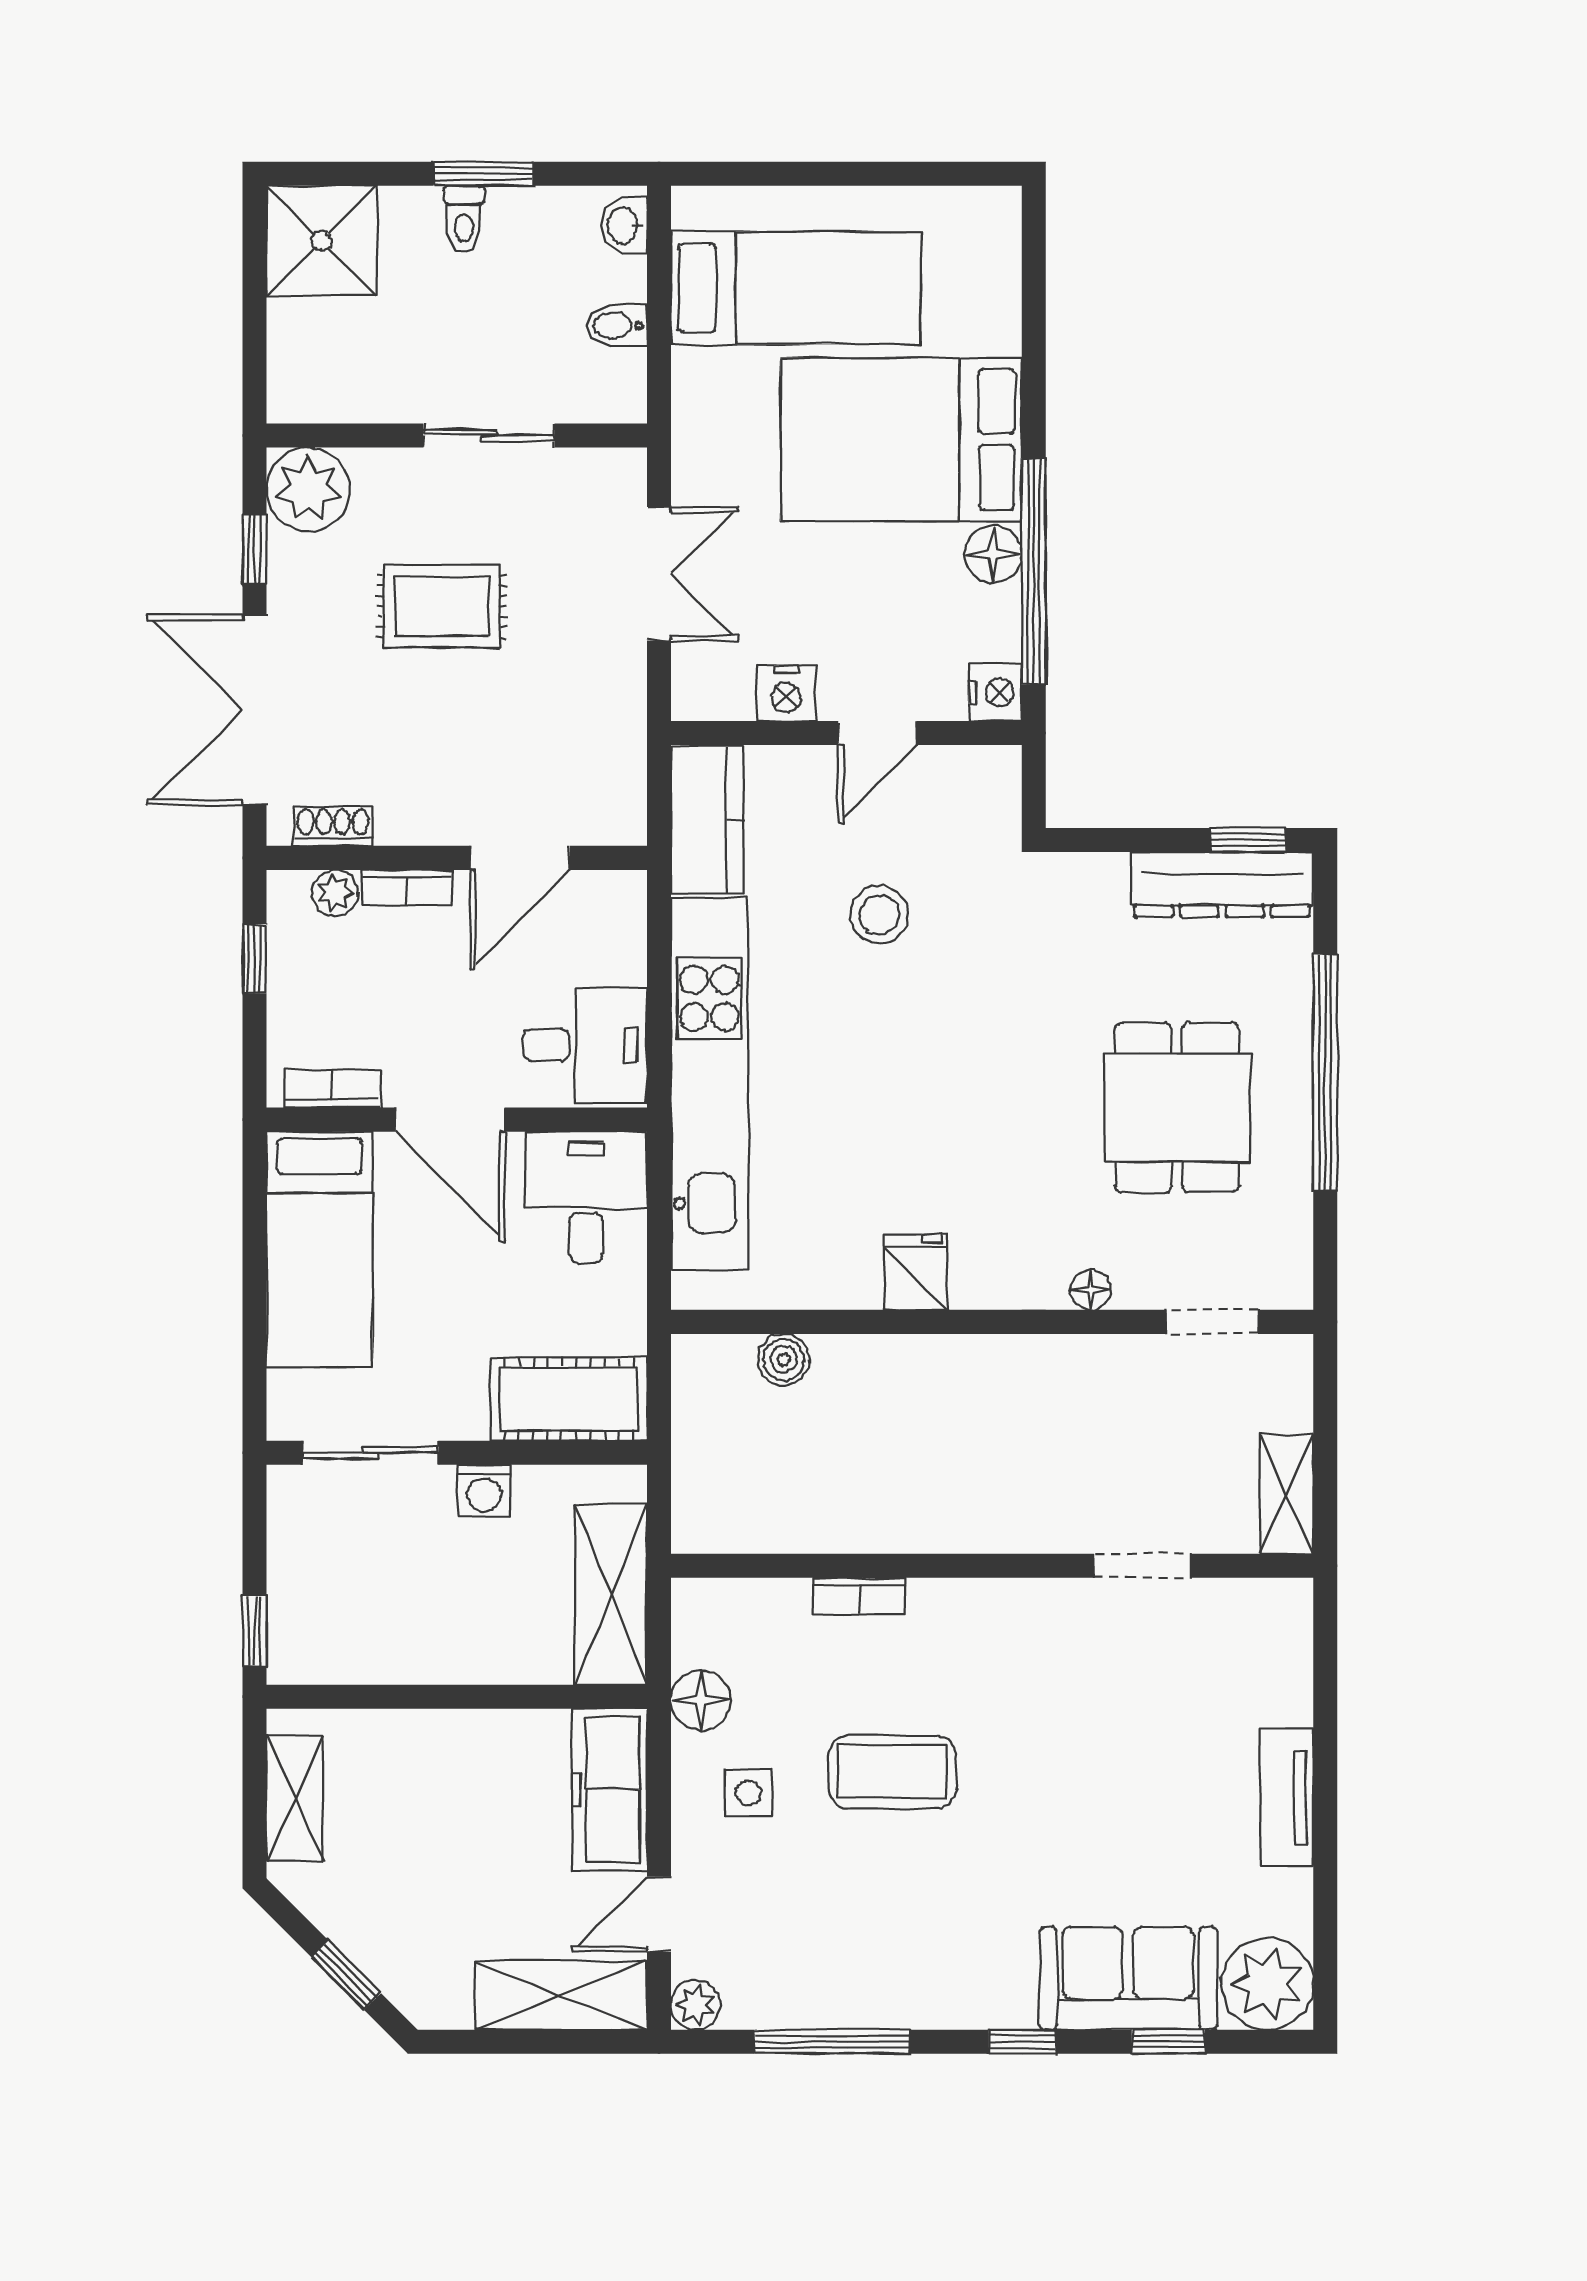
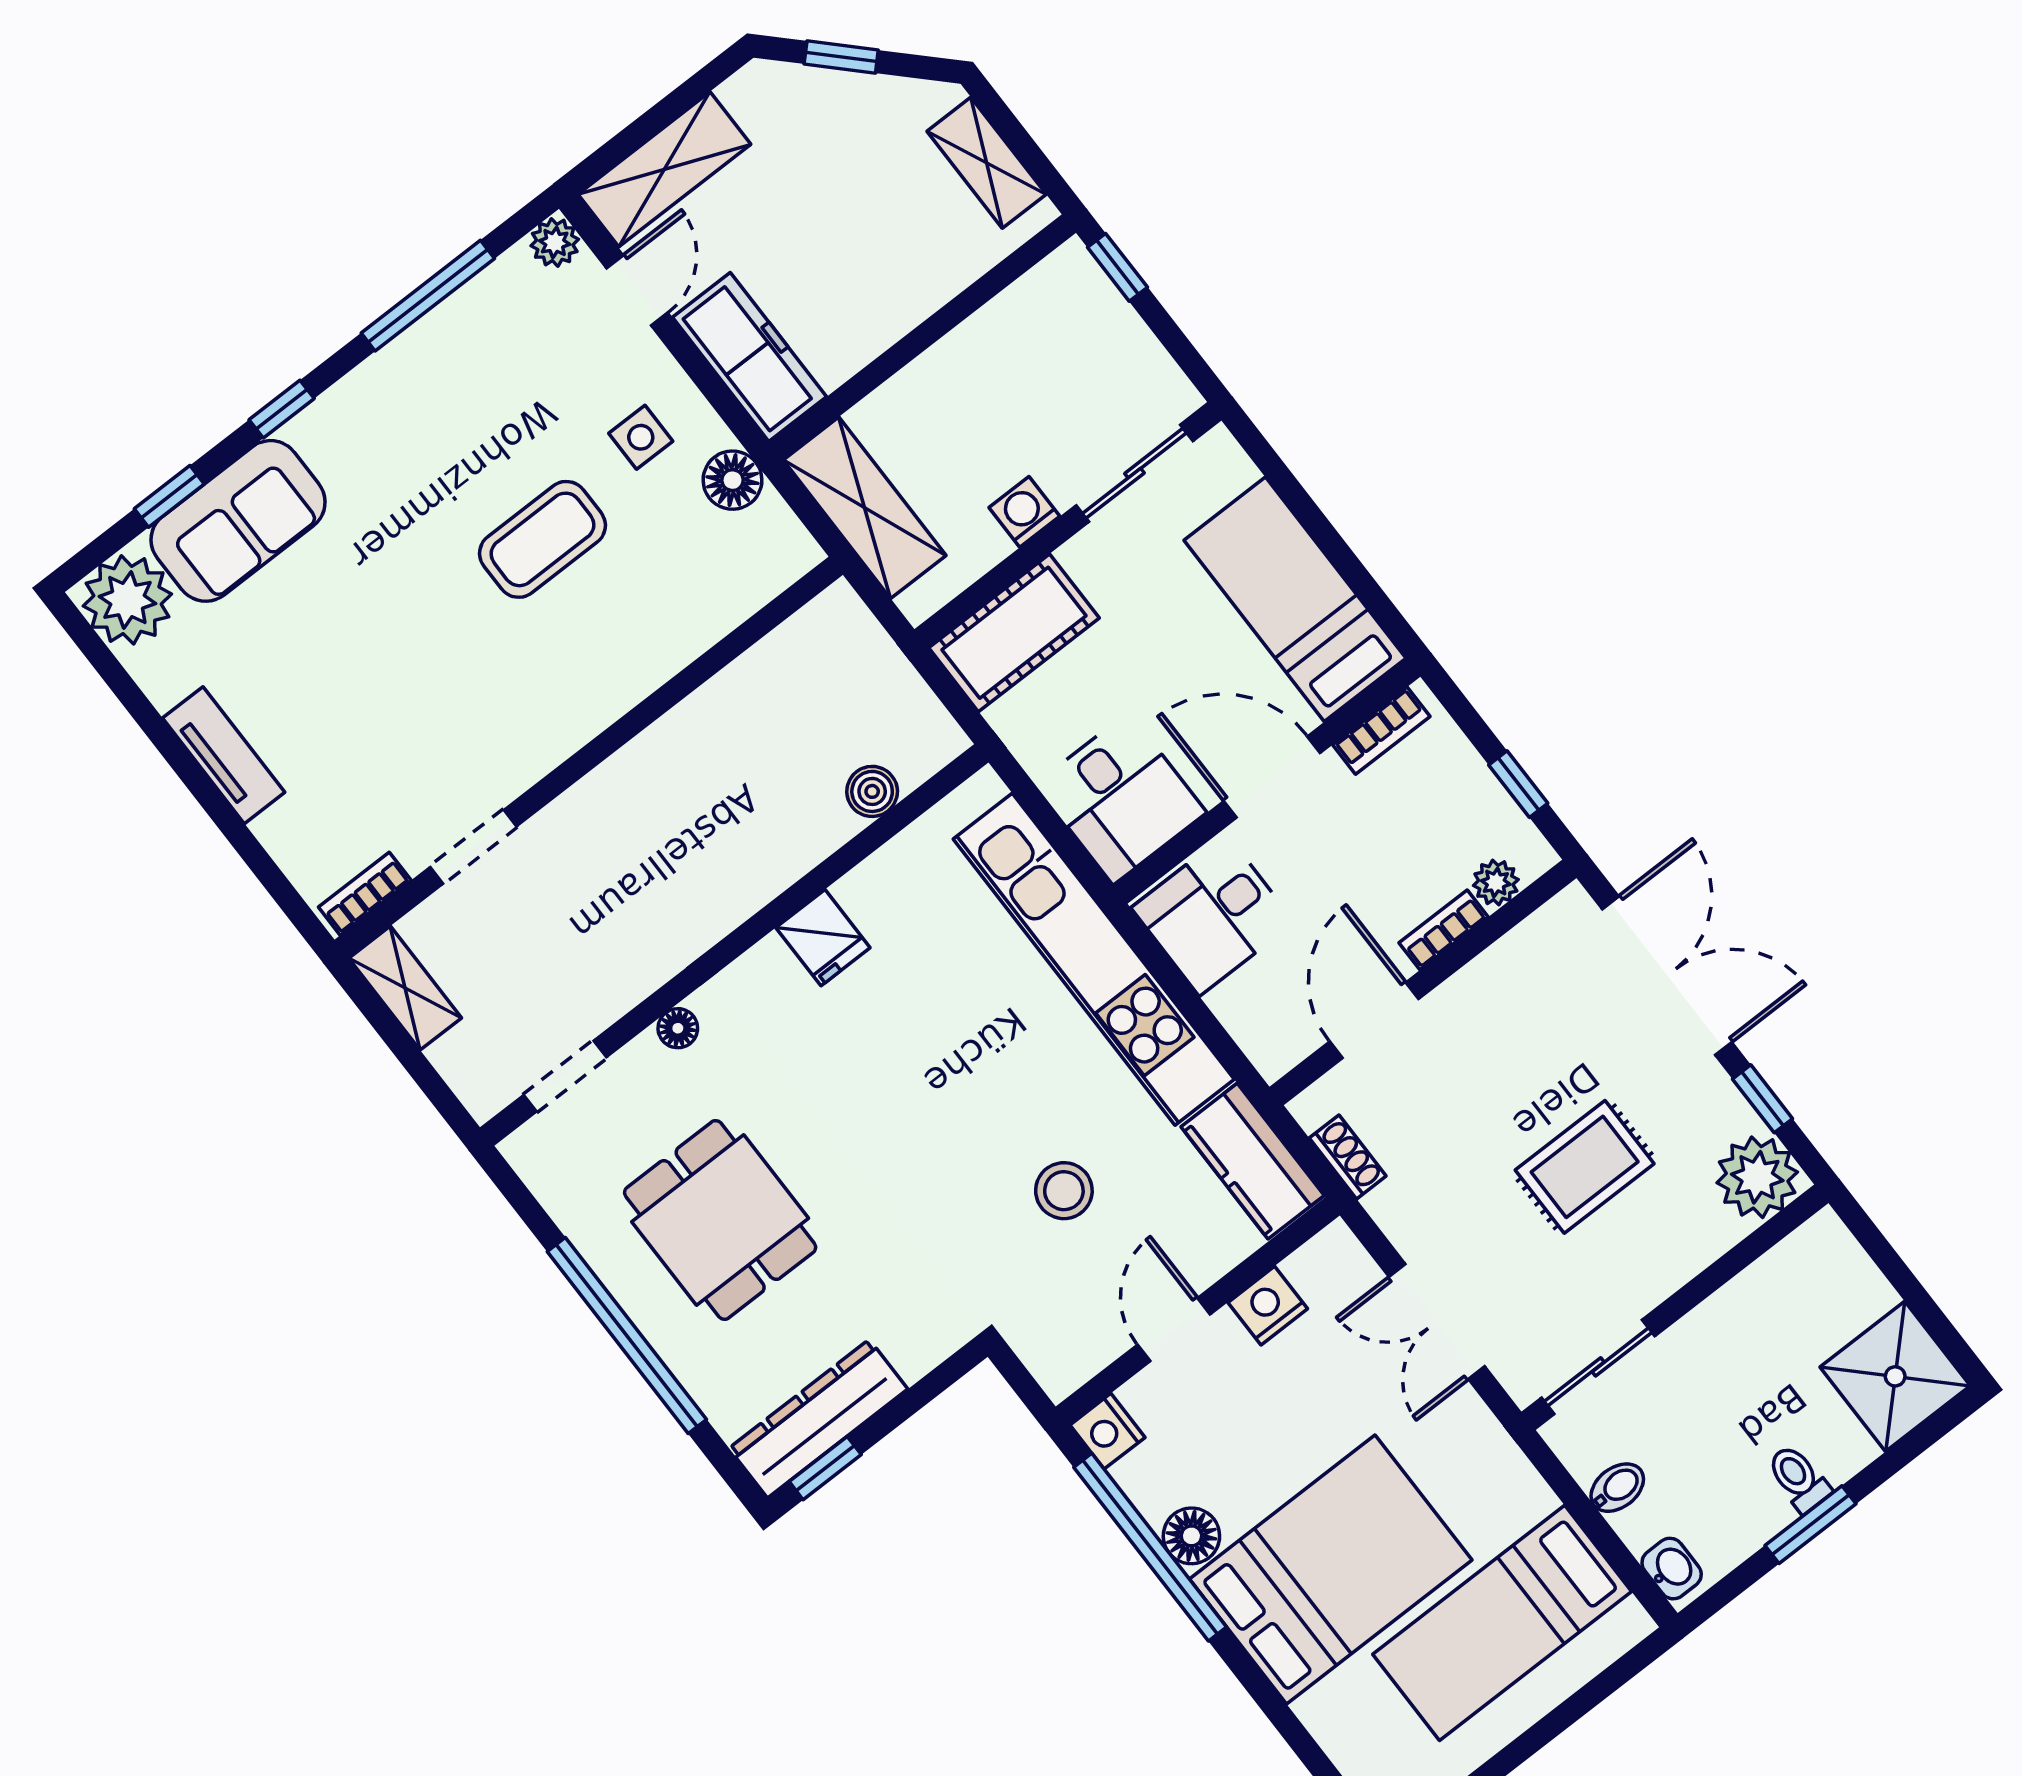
sliding door: (489, 435) -> (1598, 1367), moved
shoe rack: (333, 827) -> (1348, 1157), moved, turned -90
bookcase: (859, 1596) -> (365, 894), moved

